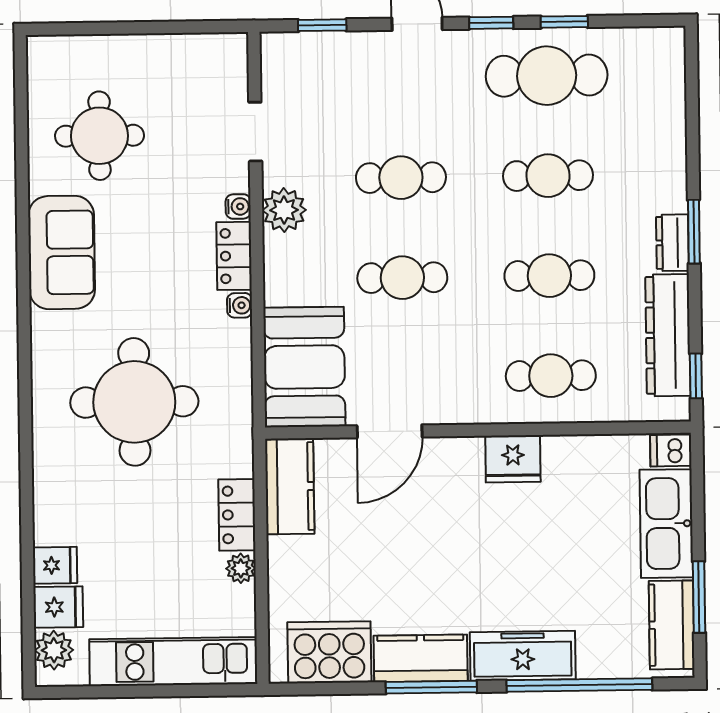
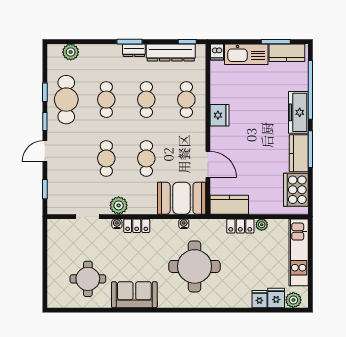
plant: (666, 85) -> (71, 52), added
water cooler: (240, 305) -> (184, 224), moved

